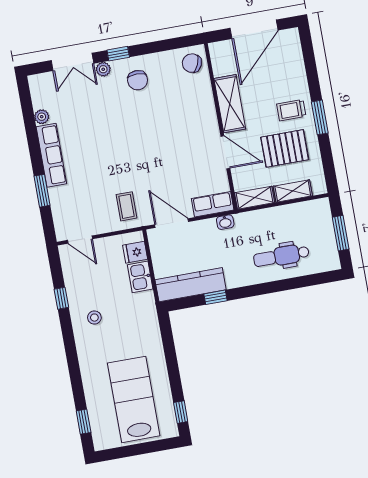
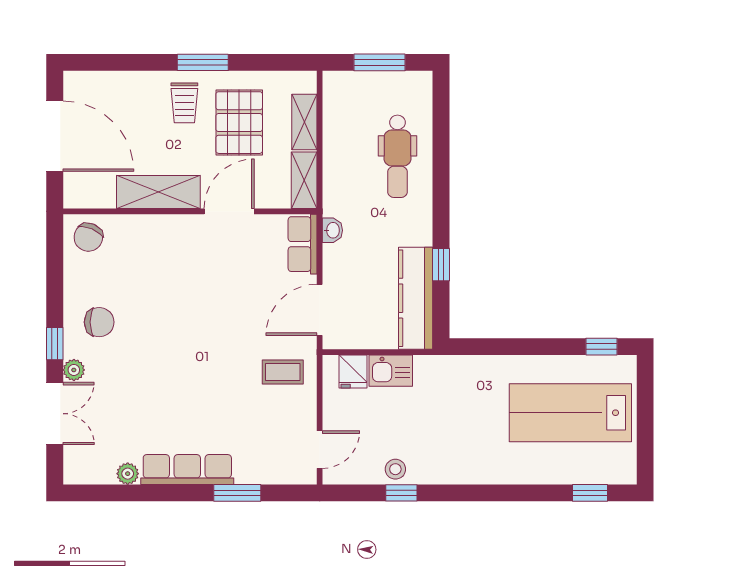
stool: (94, 318) -> (395, 469), moved

